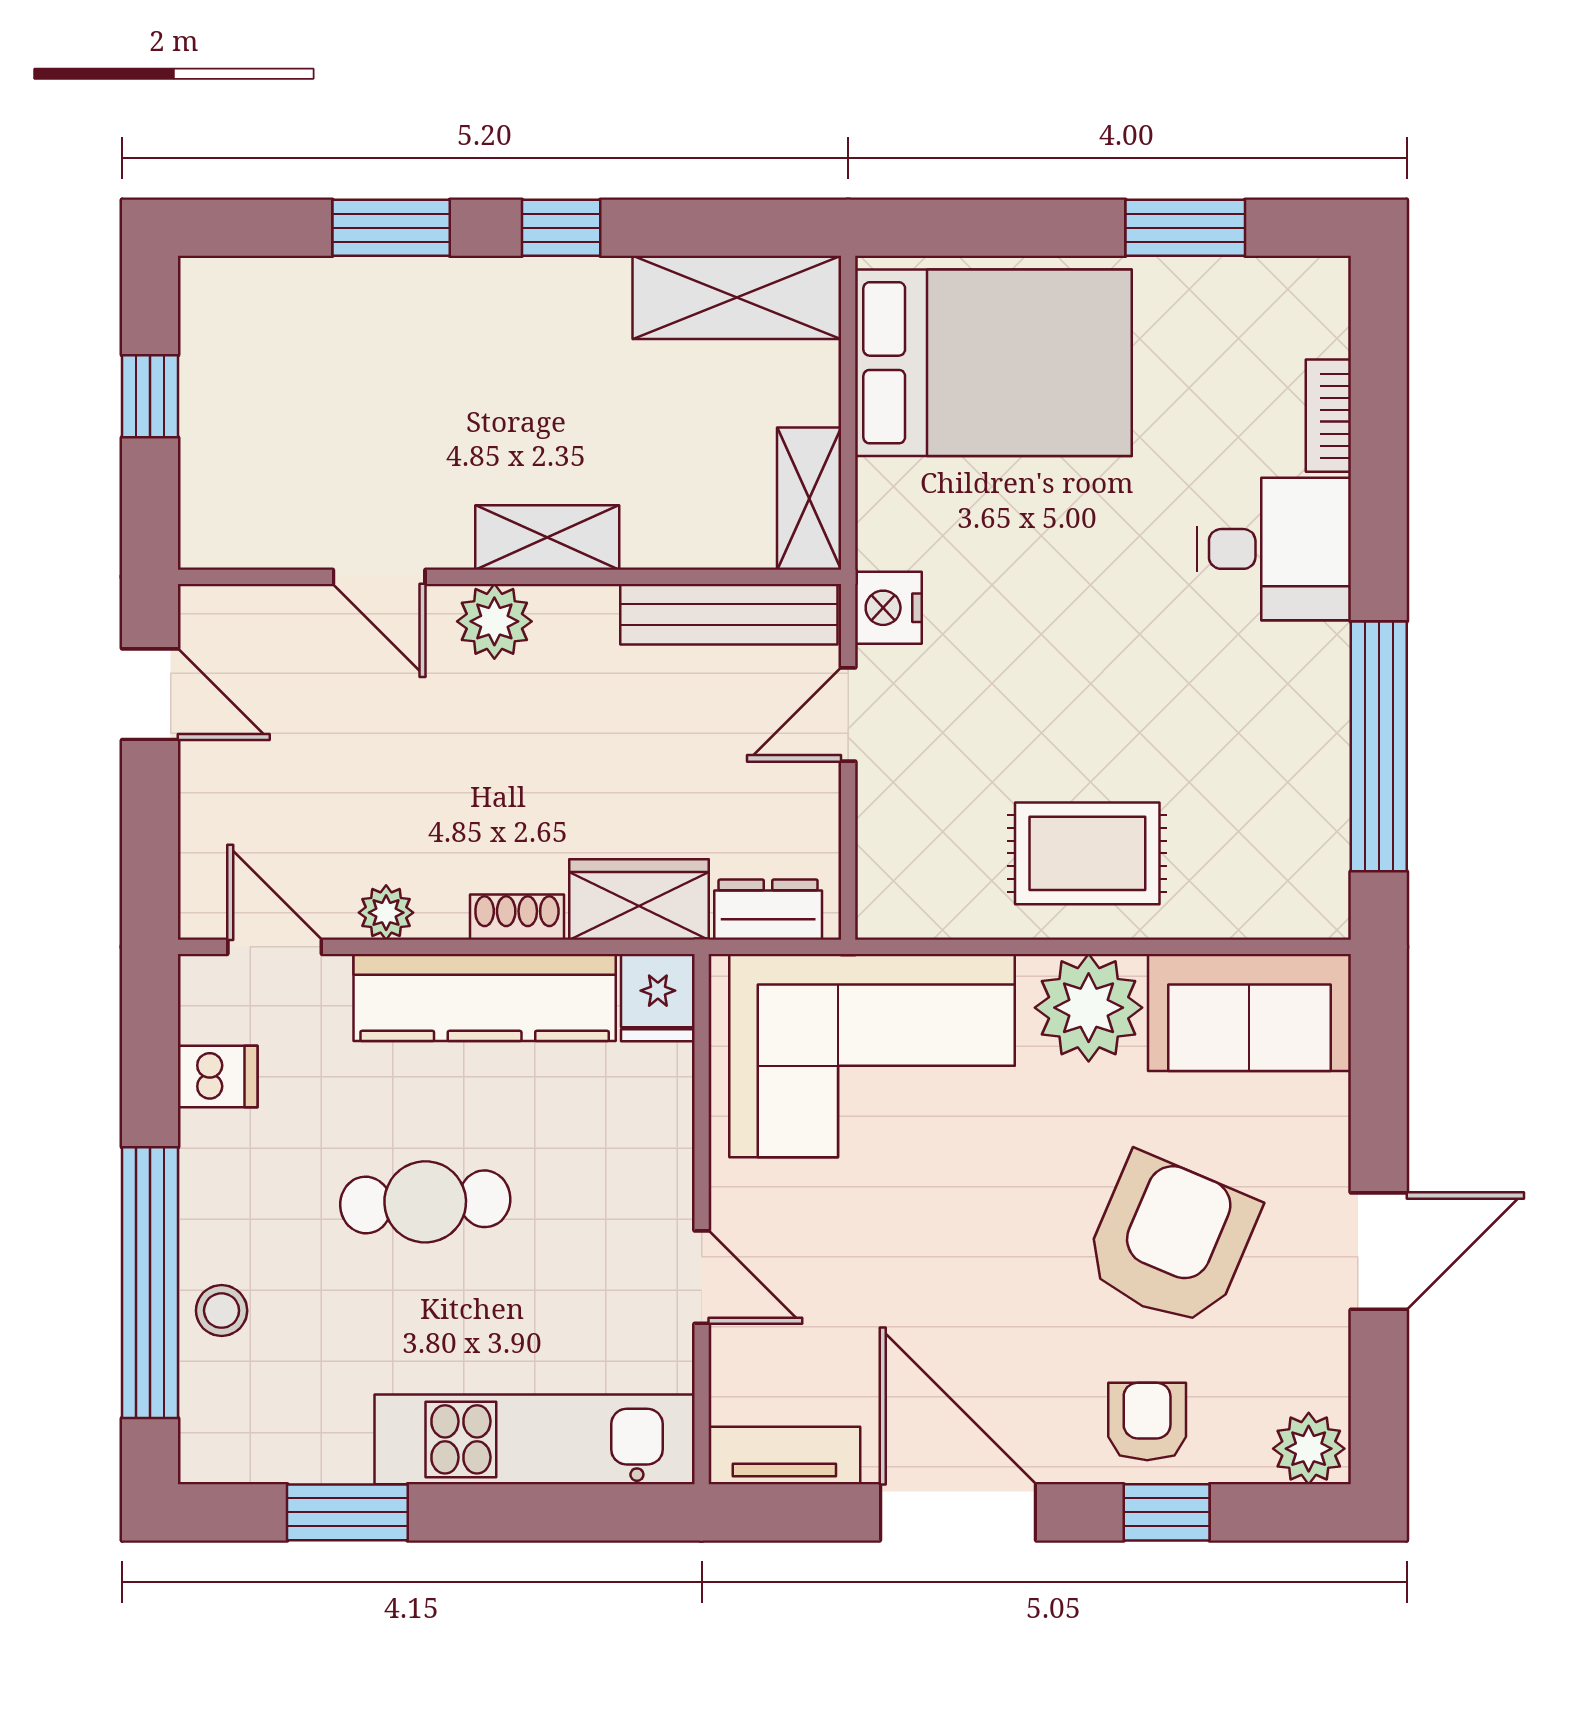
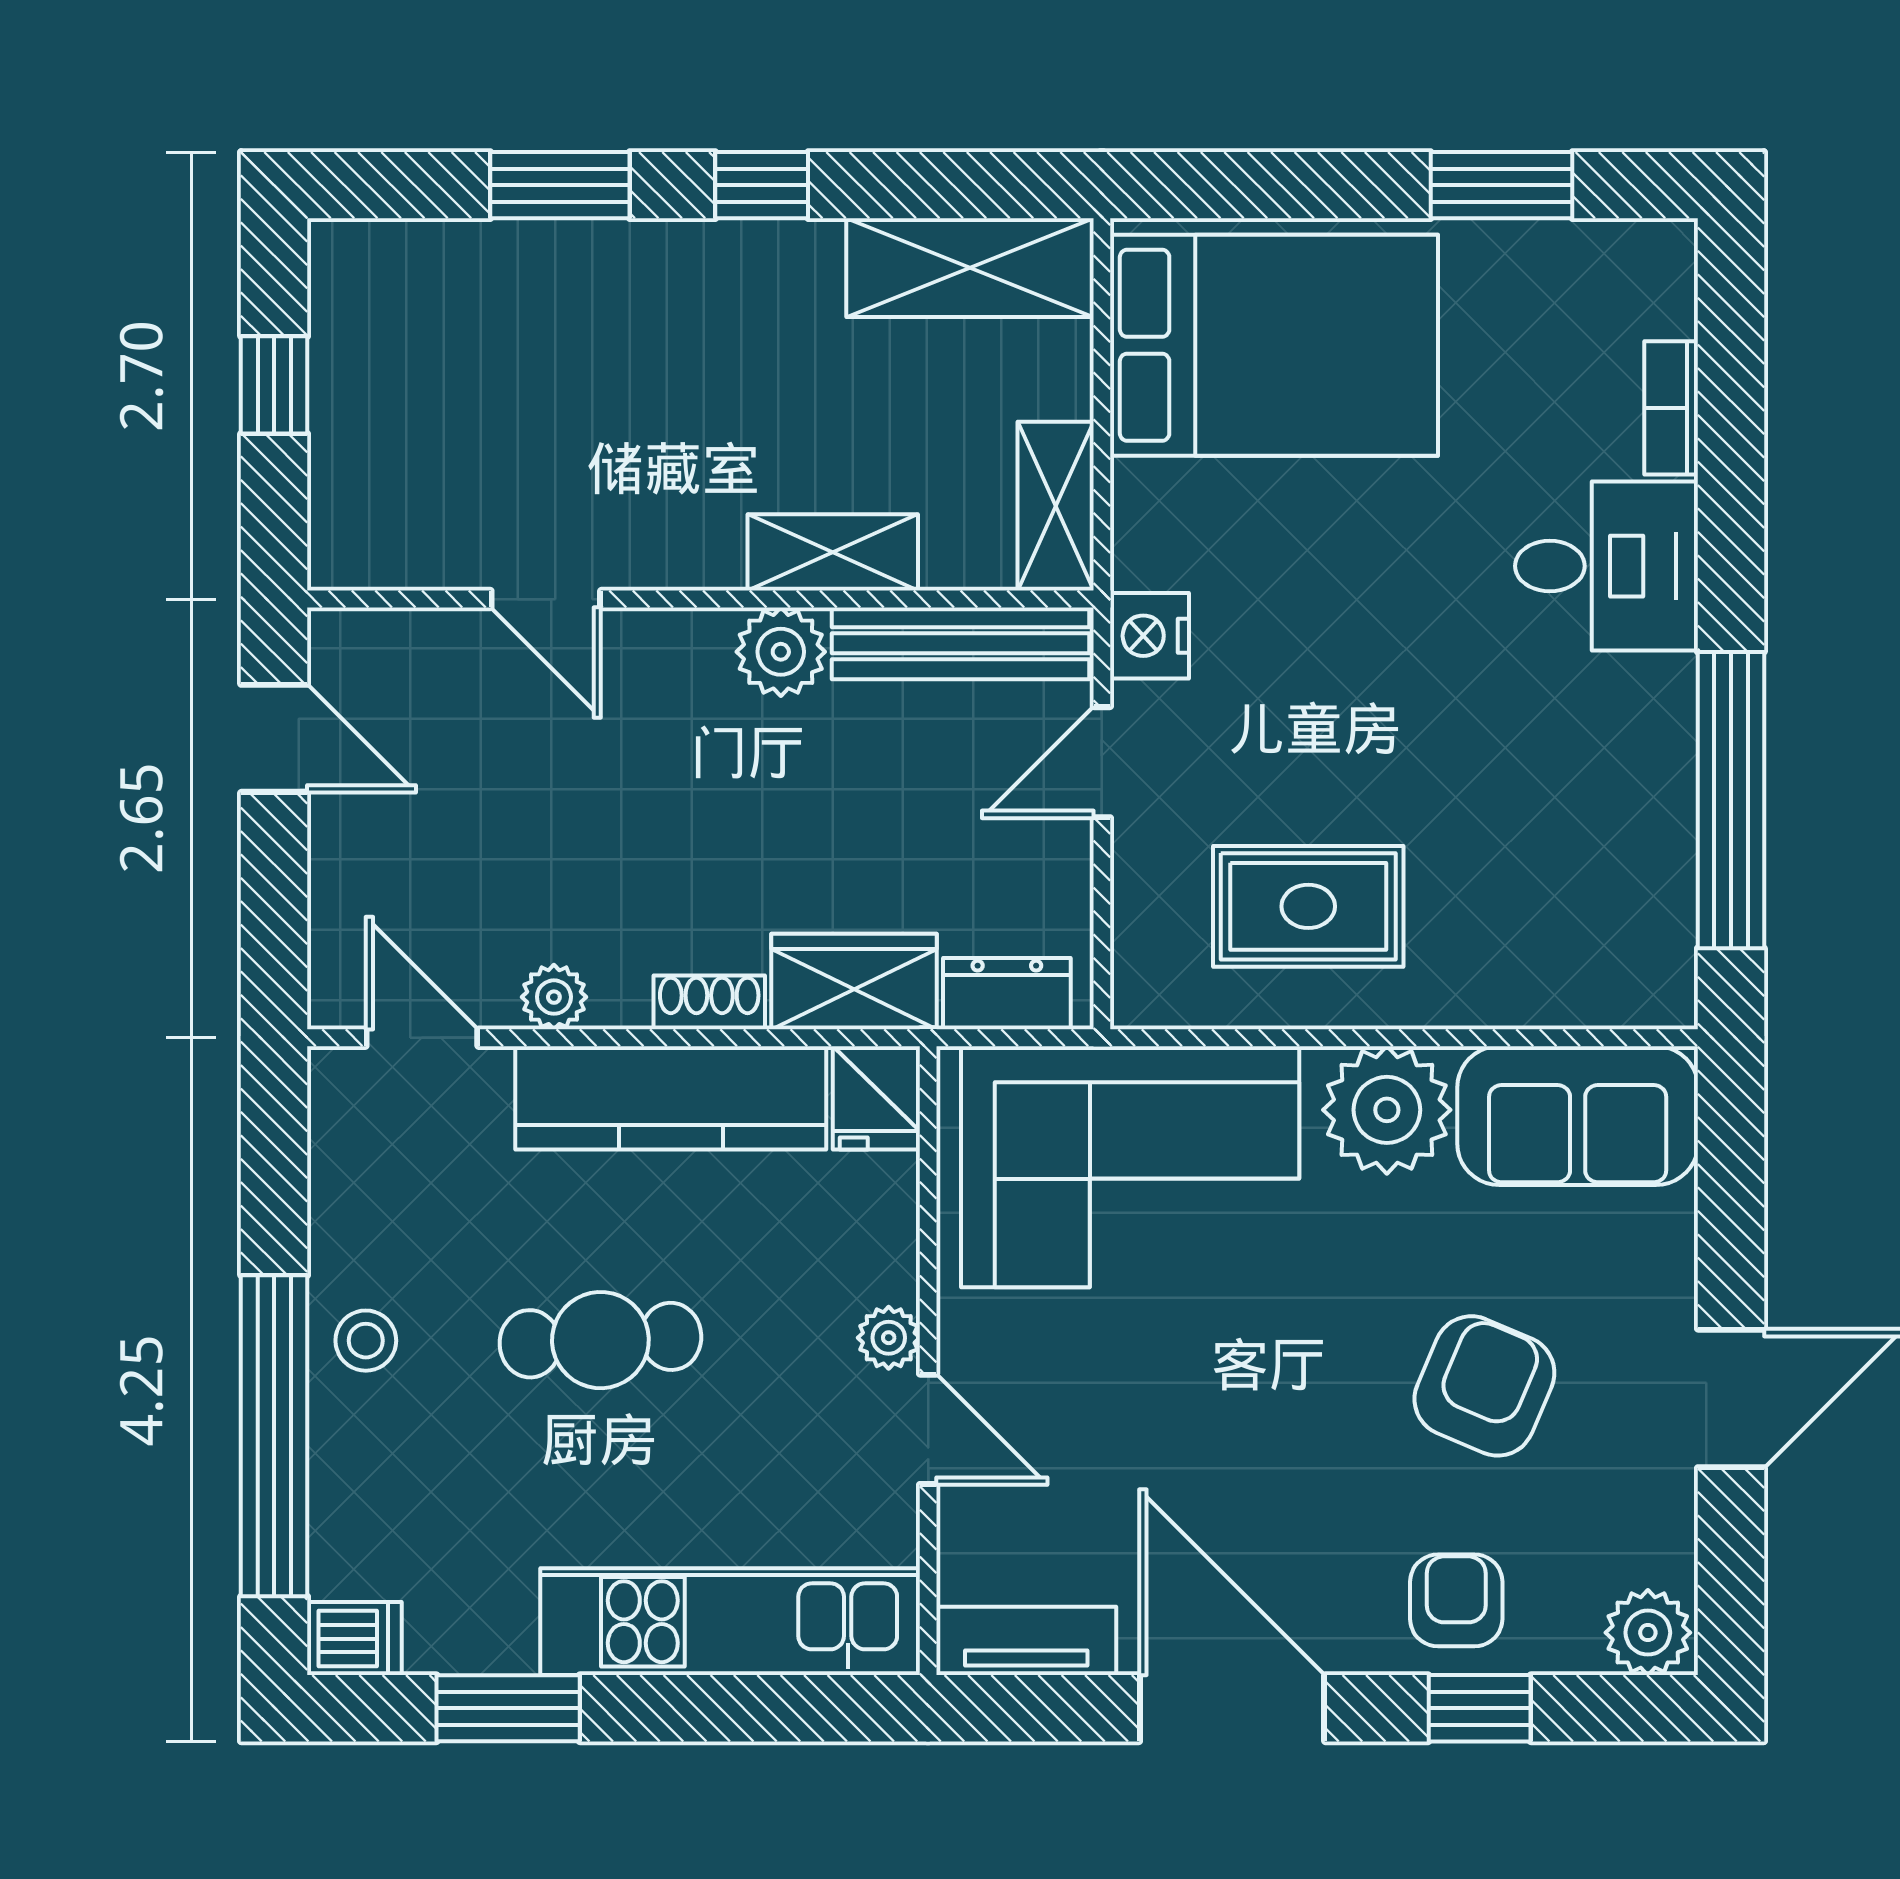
shelving: (547, 538) -> (833, 552), moved
plant: (494, 621) -> (781, 652), moved
rug: (1087, 853) -> (1308, 906), moved
dishwasher: (218, 1076) -> (354, 1639), moved
plant: (668, 1200) -> (889, 1338), added
armchair: (1171, 1241) -> (1484, 1386), width x0.73, depth x0.73
stool: (222, 1311) -> (366, 1341), moved

